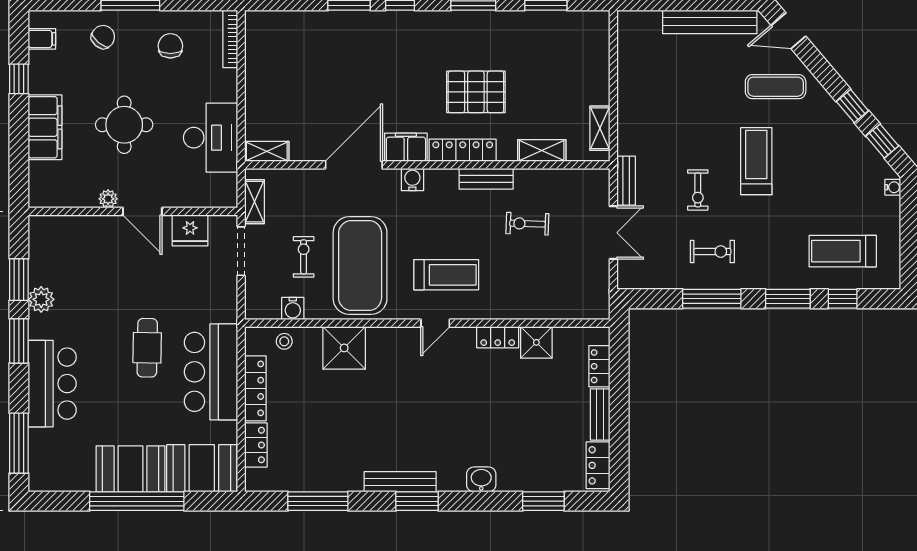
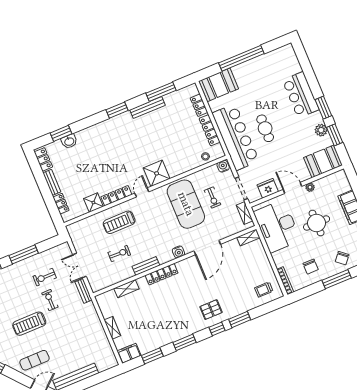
trolley: (279, 39) -> (264, 290), added
pallet: (476, 92) -> (211, 310), moved, width x0.67, depth x0.71
shelving: (600, 128) -> (112, 328), moved
desk: (210, 138) -> (277, 226), width x1.36, depth x1.30
filing cabinet: (406, 147) -> (129, 353), moved, turned 180
treadmill: (756, 161) -> (29, 324), turned 90
exercise bike: (712, 252) -> (45, 277), moved
treadmill: (446, 275) -> (119, 222), moved
water cooler: (293, 309) -> (223, 166), moved
locker: (498, 337) -> (116, 196), width x1.53
shower: (344, 348) -> (157, 173), moved
bar counter: (211, 372) -> (236, 137), width x1.36
window: (19, 443) -> (304, 62), removed
booth: (130, 469) -> (323, 161), moved
washbasin: (481, 479) -> (69, 141), moved
bench: (400, 482) -> (147, 107), moved

